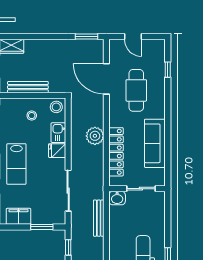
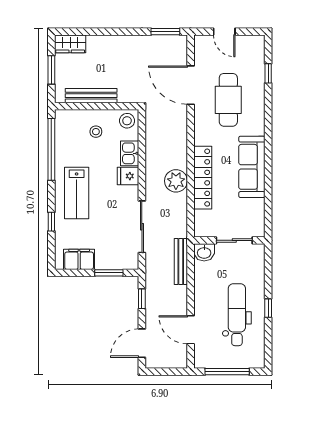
plant: (95, 136) -> (176, 181), moved
wall: (137, 189) -> (229, 240), moved
sliding door: (141, 189) -> (234, 240), moved
washbasin: (117, 198) -> (204, 252), moved

